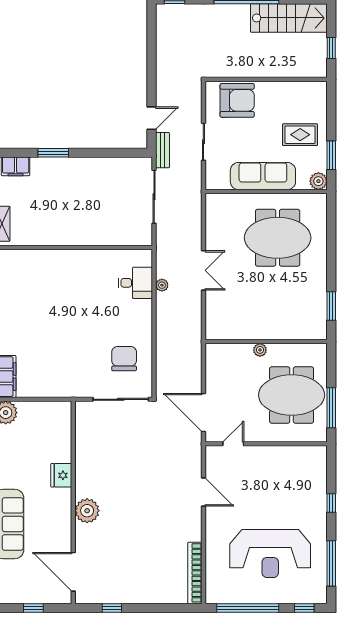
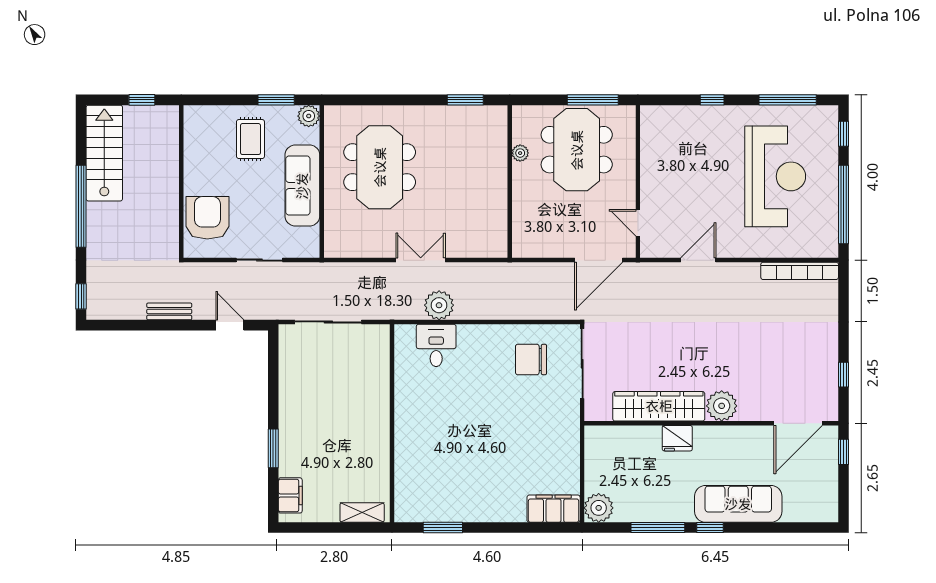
bench: (162, 150) -> (169, 311), moved
plant: (162, 285) -> (439, 305), width x1.87, depth x1.87
plant: (260, 350) -> (520, 153), moved
wardrobe: (87, 461) -> (659, 406), added
window: (33, 608) -> (843, 452), moved

